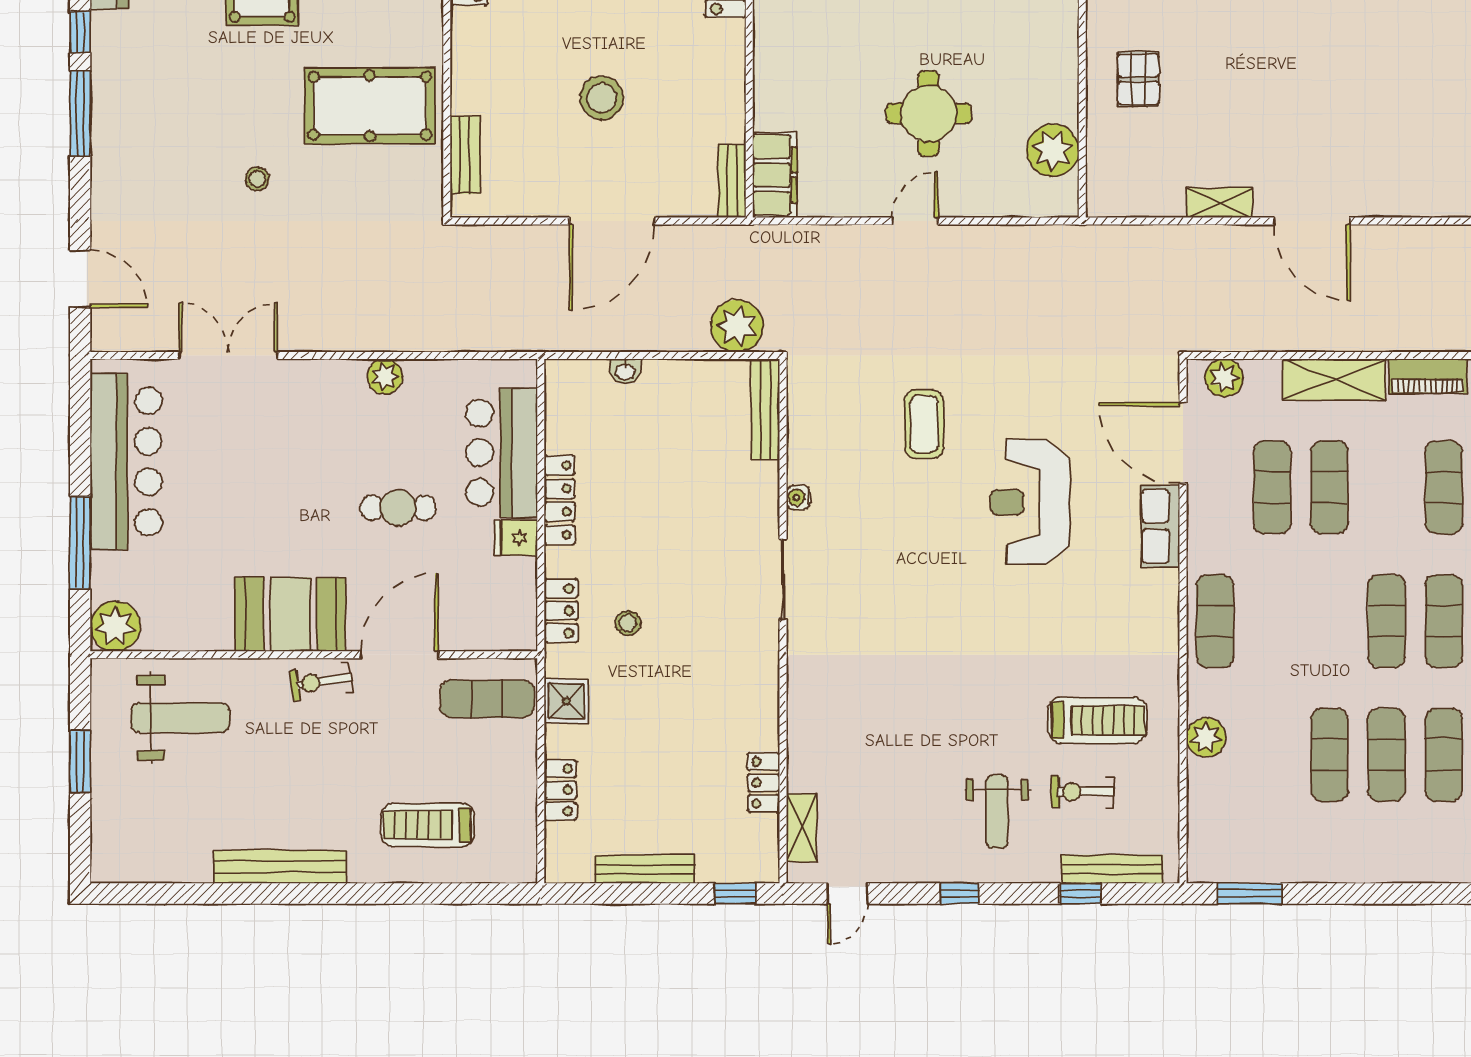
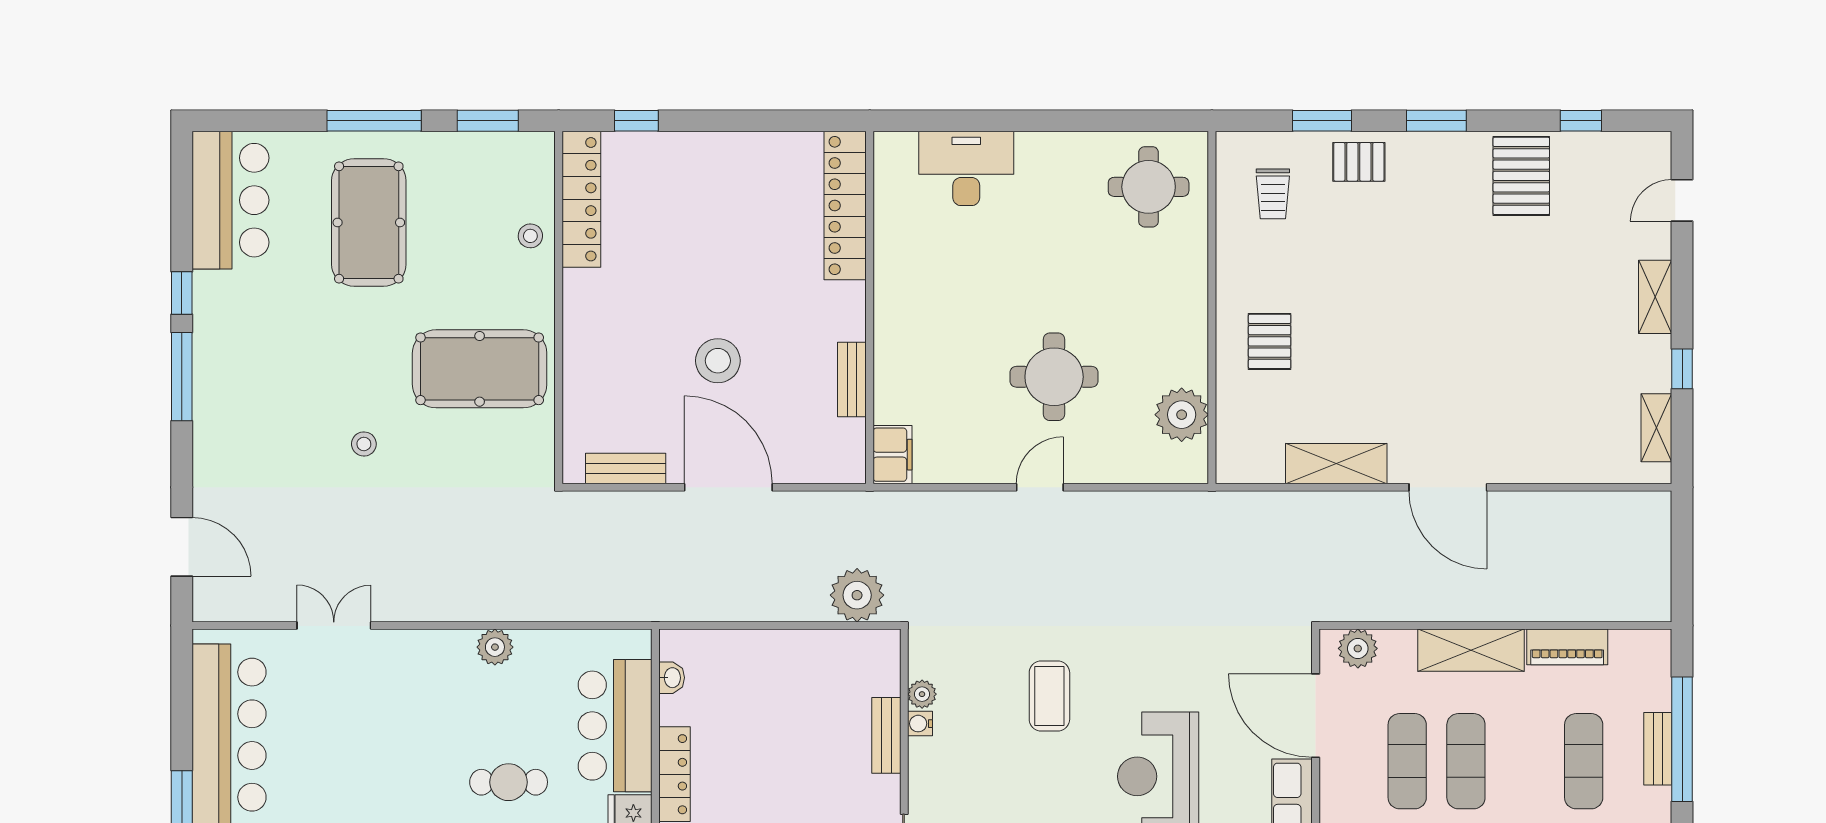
bench: (465, 155) -> (626, 468), moved, turned 90
filing cabinet: (775, 175) -> (893, 455), width x0.67, depth x0.86
bench: (732, 181) -> (852, 379), moved
shelving: (1220, 203) -> (1336, 464), width x1.50, depth x1.33
door: (612, 221) -> (728, 487), swing flipped
double door: (228, 355) -> (334, 626), width x0.73
washbasin: (625, 371) -> (672, 678), moved, turned -90
bench: (765, 409) -> (886, 735), moved, width x0.73
plant: (800, 422) -> (922, 694), added
water cooler: (798, 497) -> (920, 724), moved

